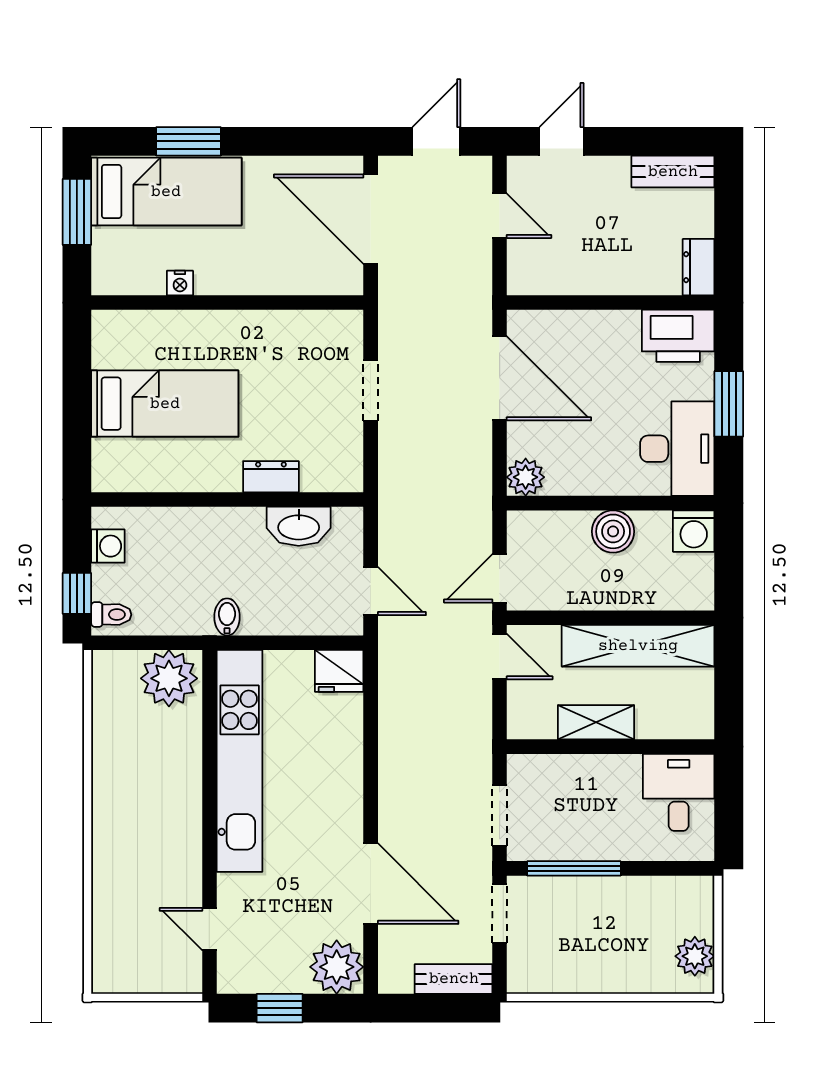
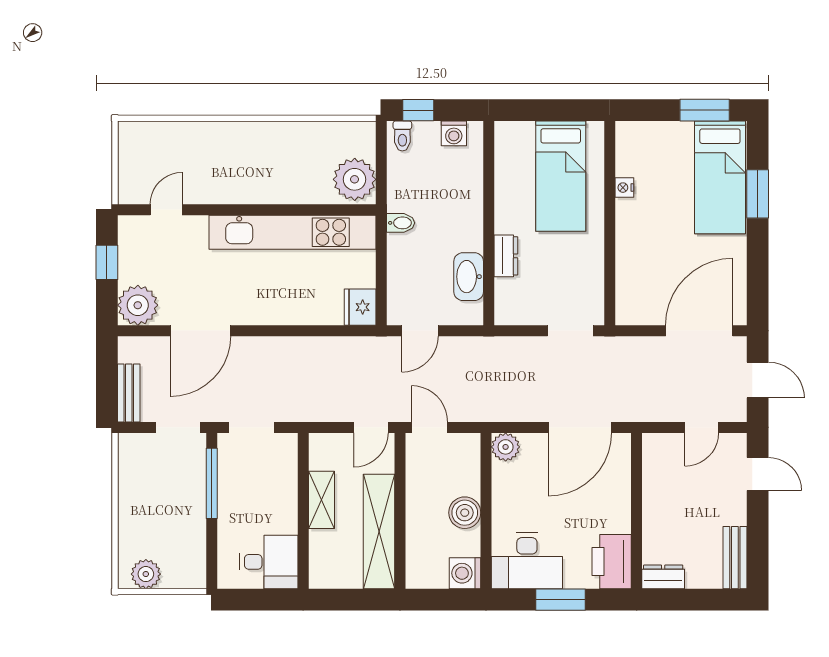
nightstand: (180, 283) -> (624, 188), moved
wall: (227, 303) -> (610, 223), moved

